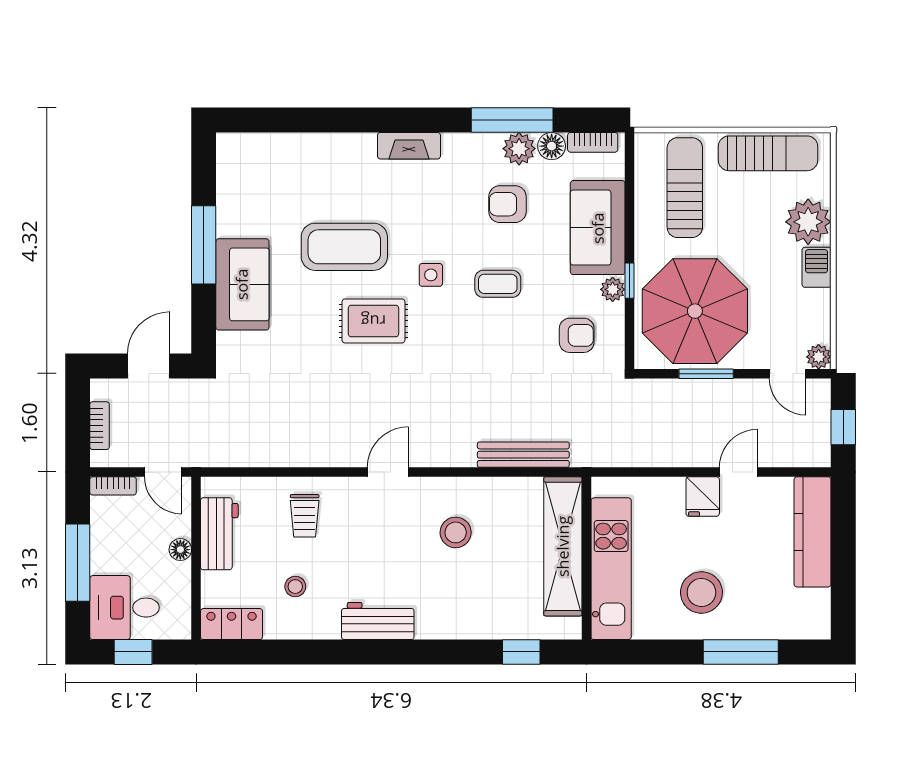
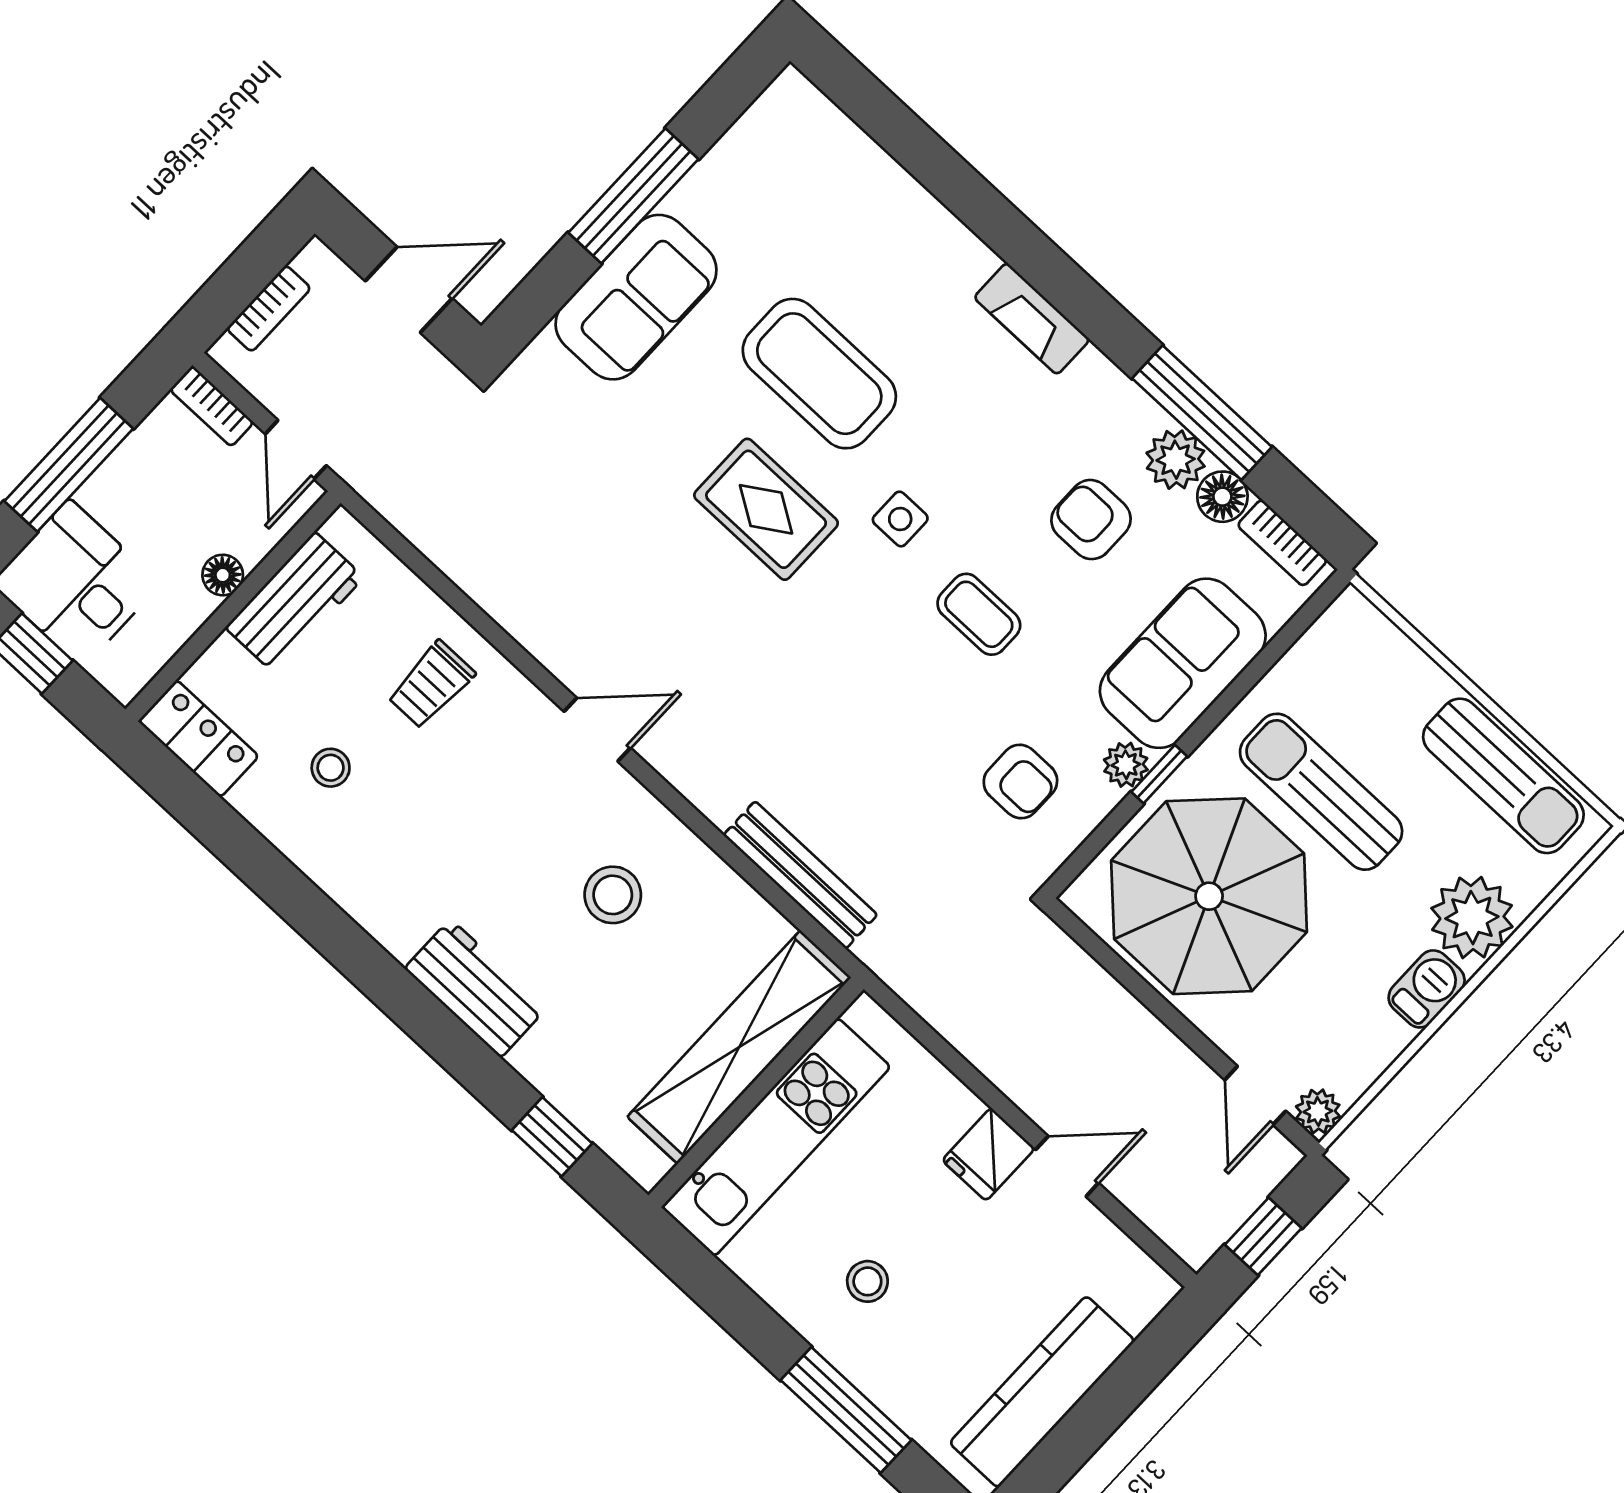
sun lounger: (685, 188) -> (1321, 792), moved, turned -90
window: (706, 374) -> (1146, 994), removed
kitchen counter: (813, 532) -> (1042, 1392), moved
stool: (701, 592) -> (867, 1281), width x0.53, depth x0.53
workbench: (378, 621) -> (476, 988), moved

